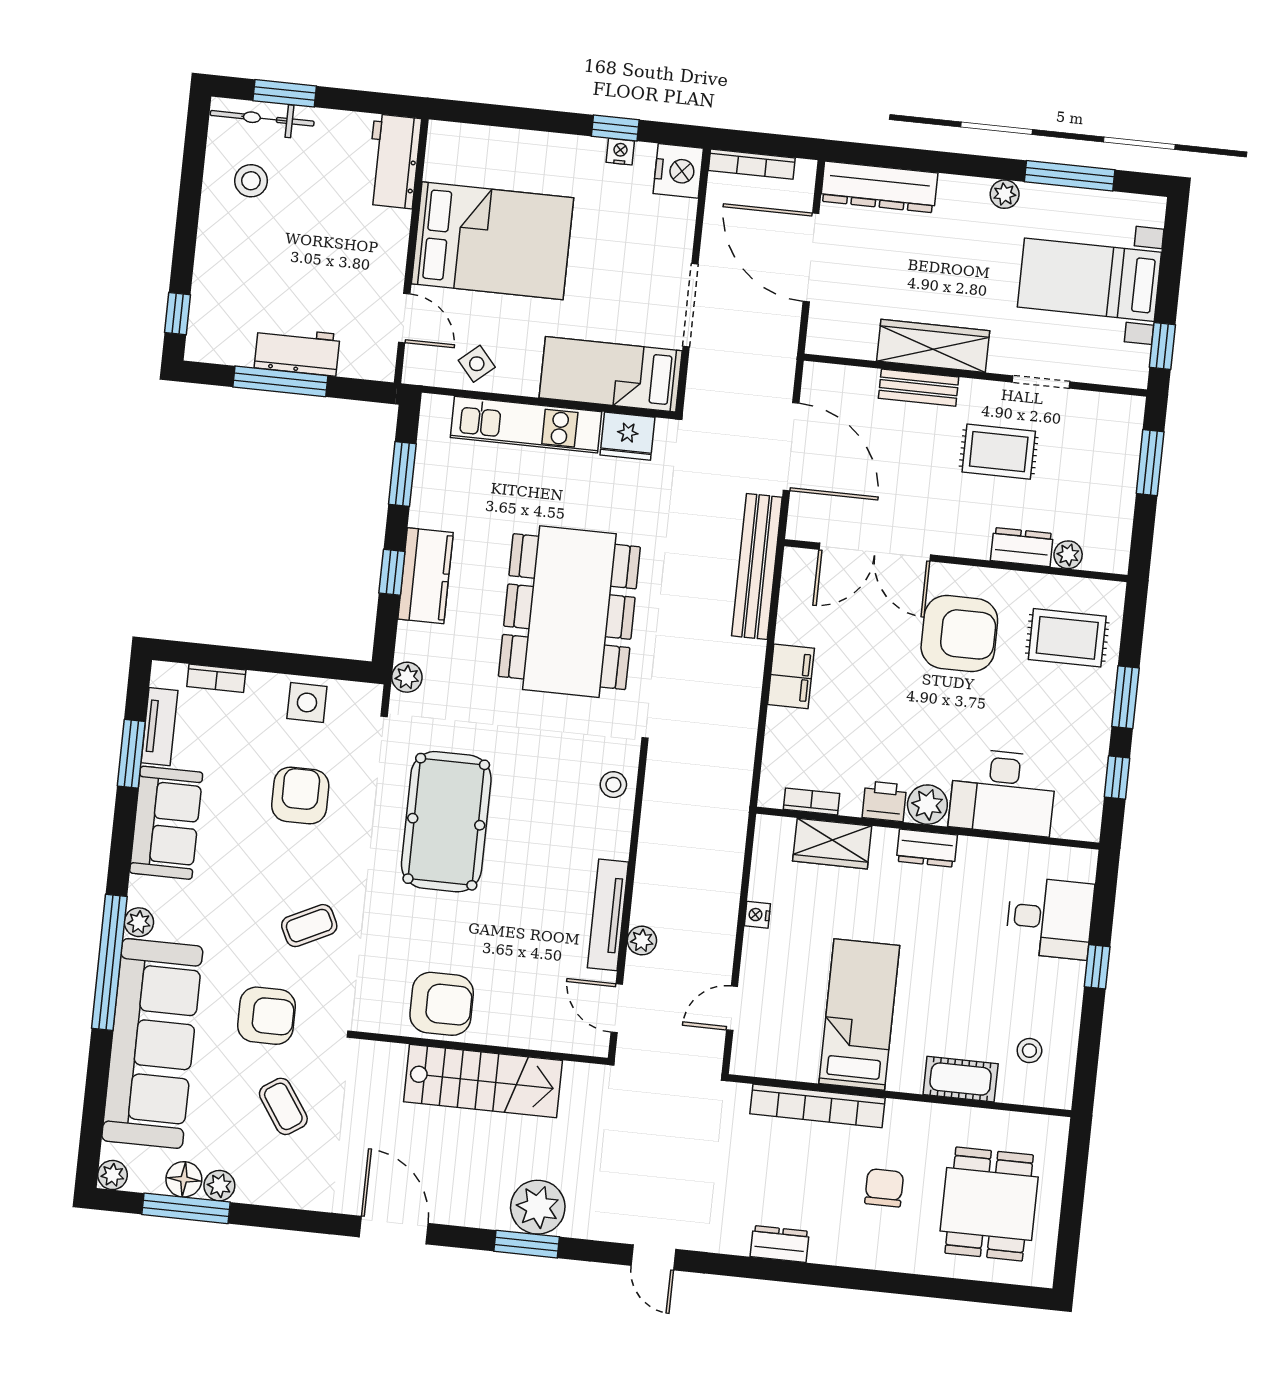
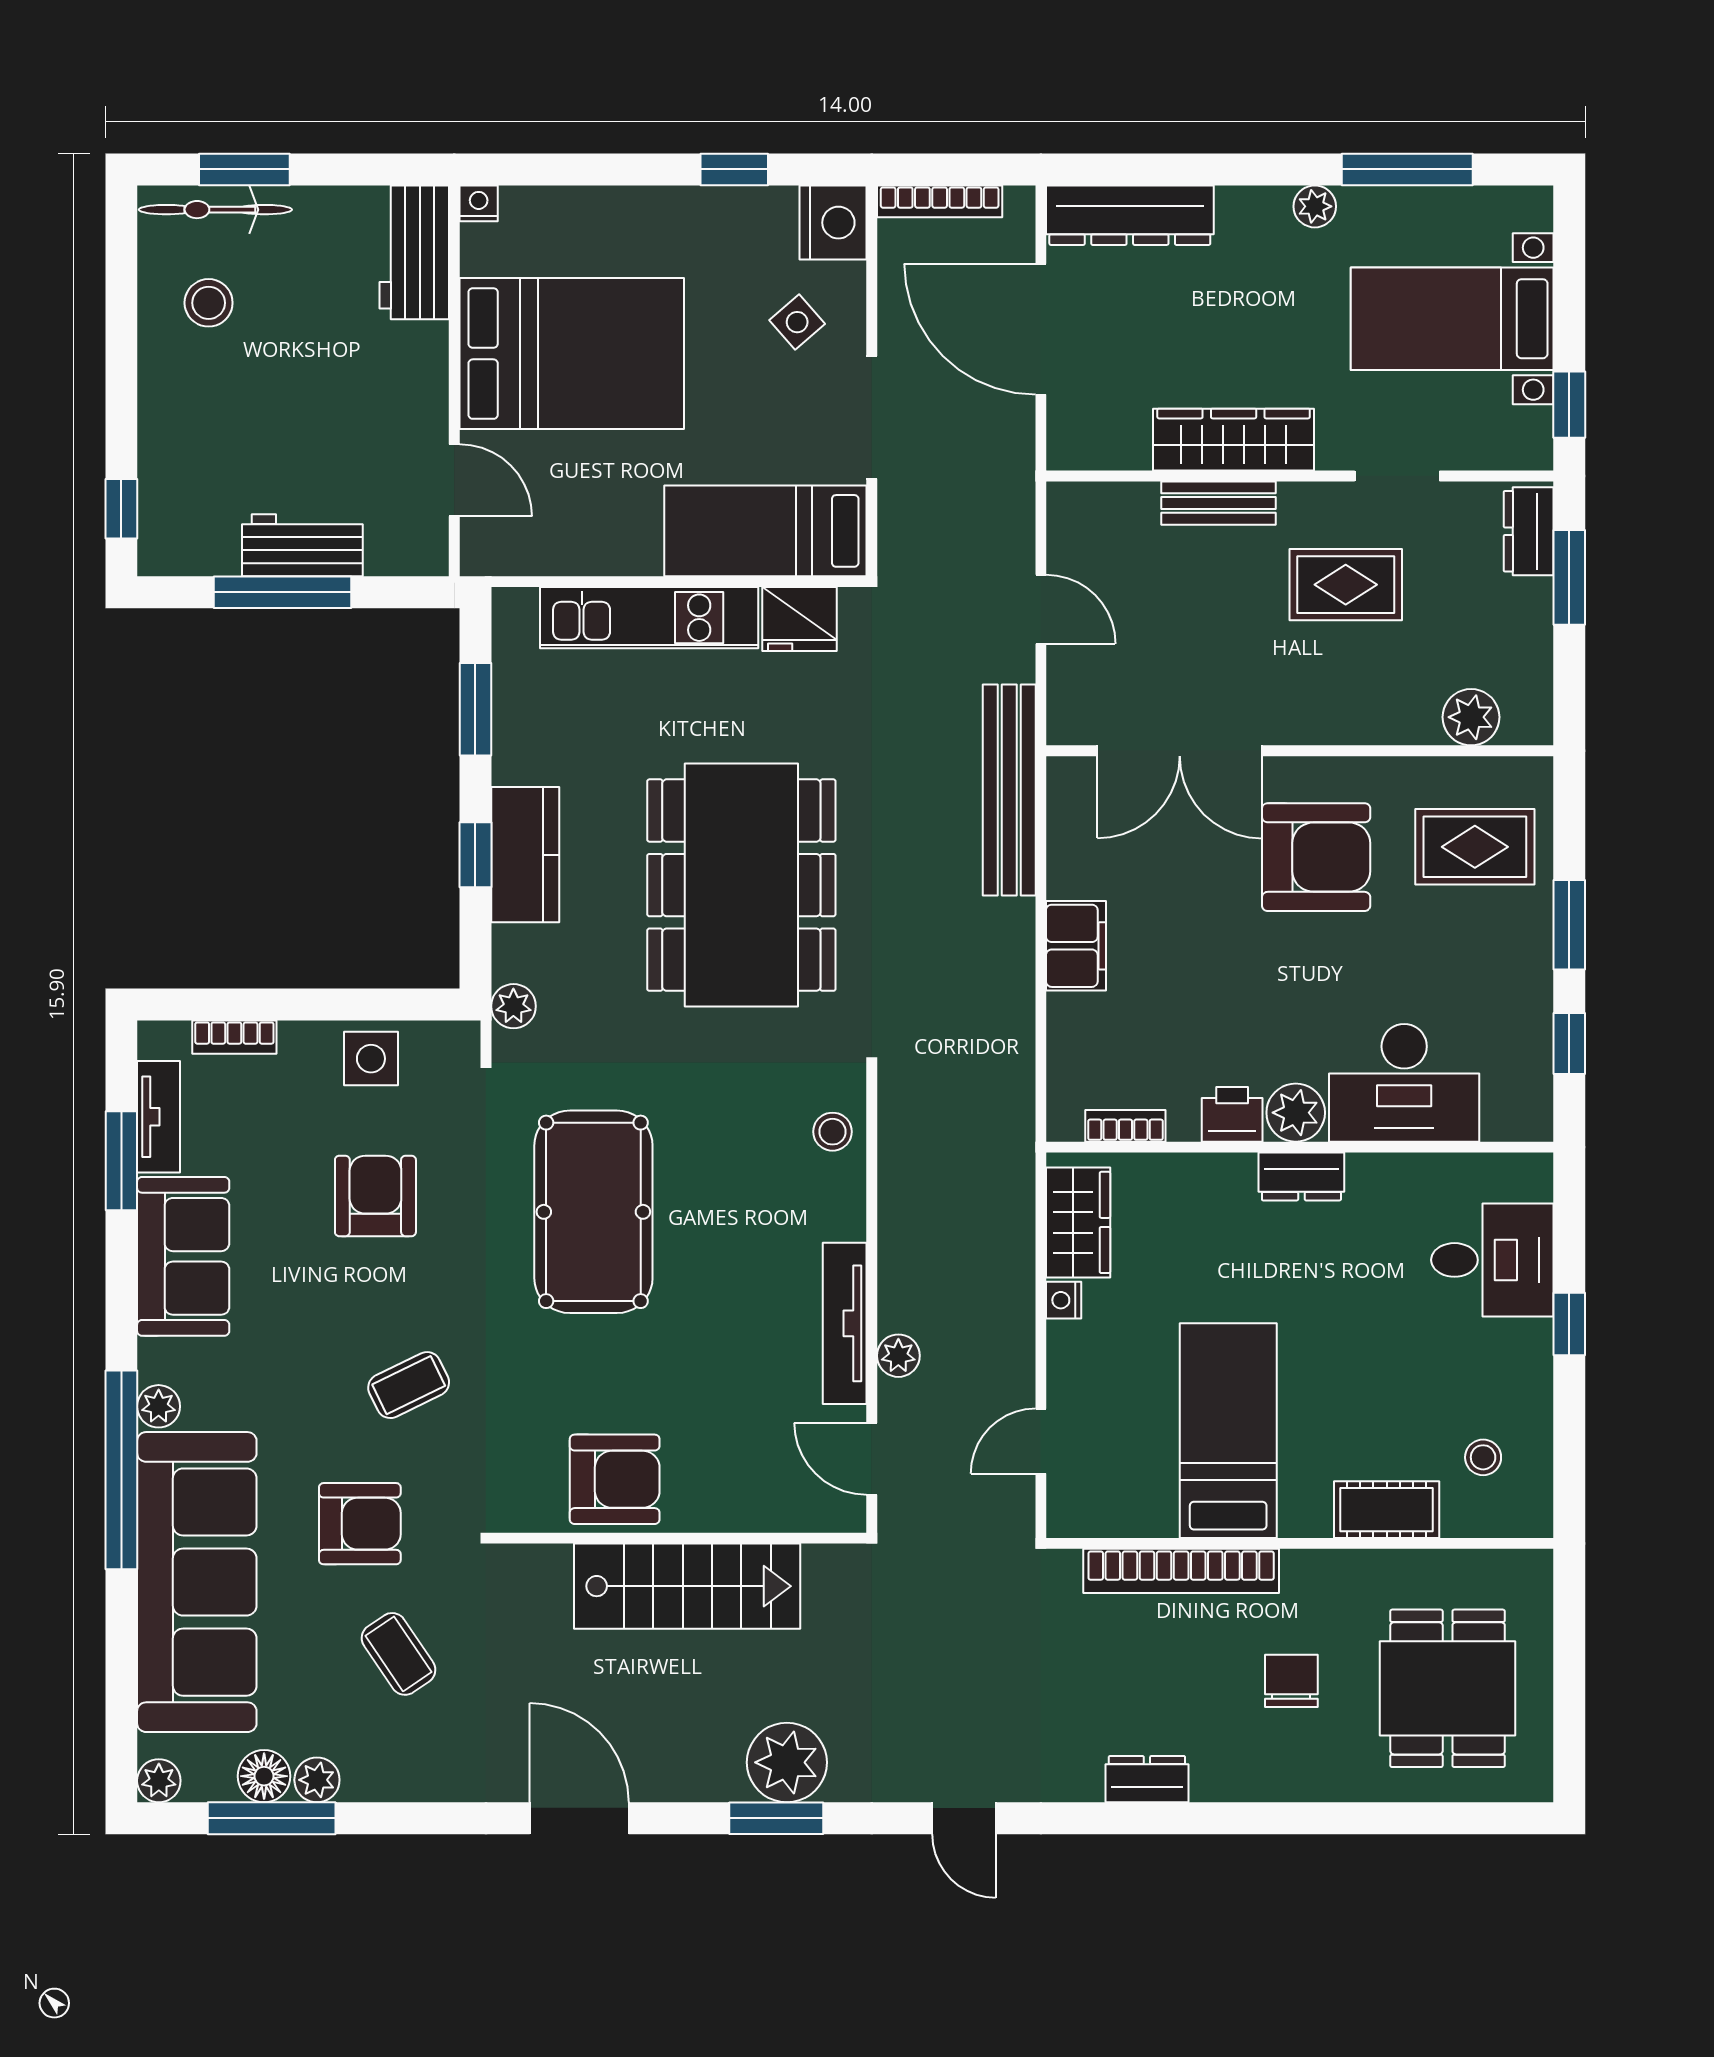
nightstand: (620, 152) -> (479, 203), moved
side table: (477, 364) -> (797, 322), moved
door: (791, 447) -> (1041, 609), width x0.53
dresser: (1022, 547) -> (1529, 531), moved, turned -90
plant: (1068, 555) -> (1471, 717), width x1.38, depth x1.38
wardrobe: (832, 844) -> (1078, 1222), moved, turned -90

